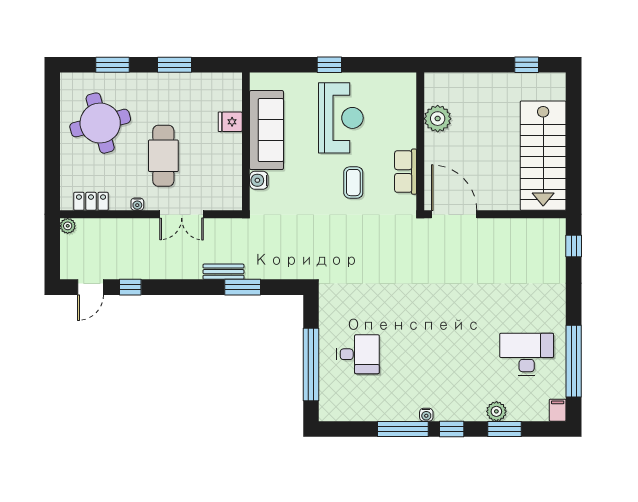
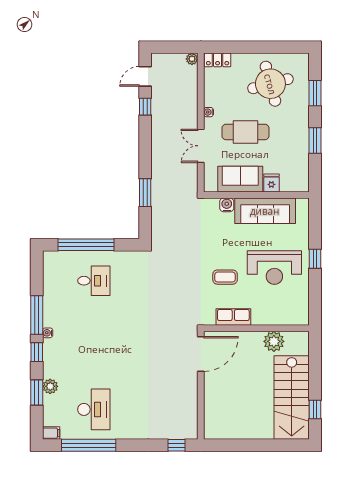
stairs: (543, 156) -> (292, 398), moved, turned -90
sofa: (225, 162) -> (240, 179), added
locker: (91, 201) -> (218, 60), moved, turned 90
bench: (223, 272) -> (157, 178), removed
door: (91, 287) -> (145, 76), hinge flipped
desk: (358, 354) -> (94, 281), turned -90

